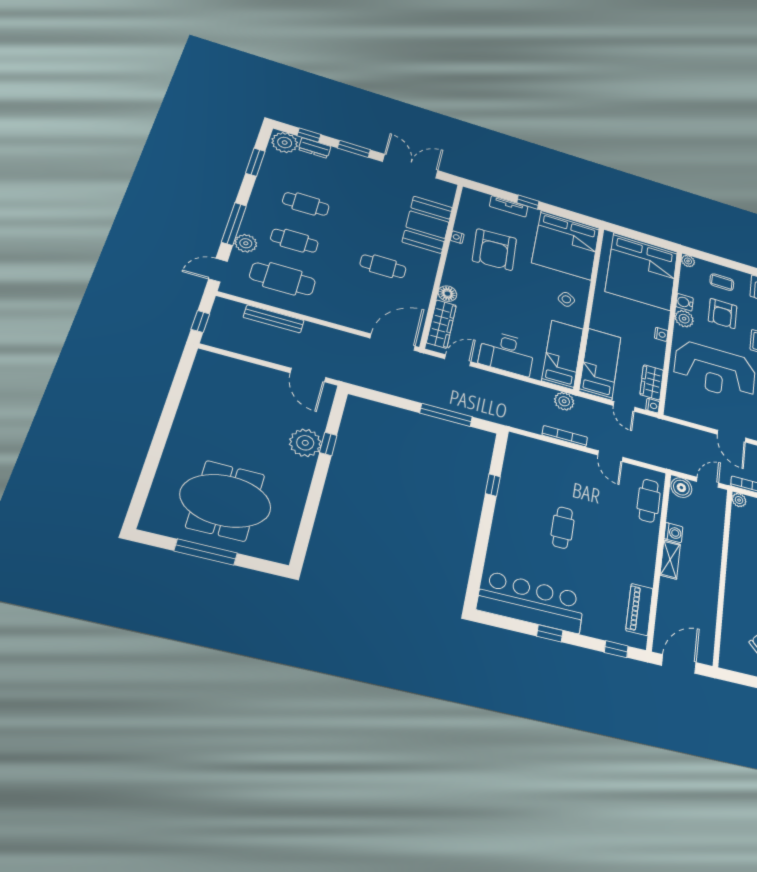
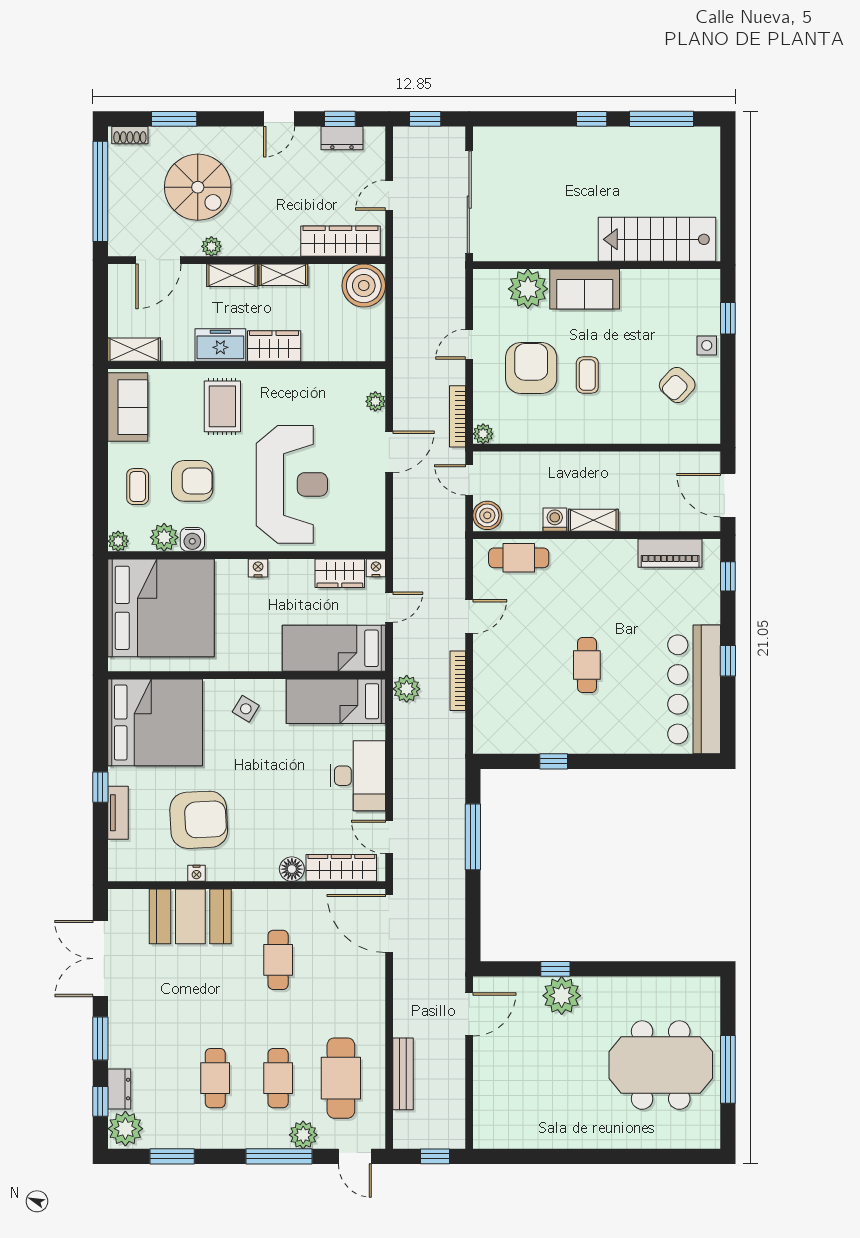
plant: (684, 319) -> (164, 537), moved
meeting table: (226, 501) -> (661, 1065), turned 90
cafe table: (563, 528) -> (587, 665), turned 90

